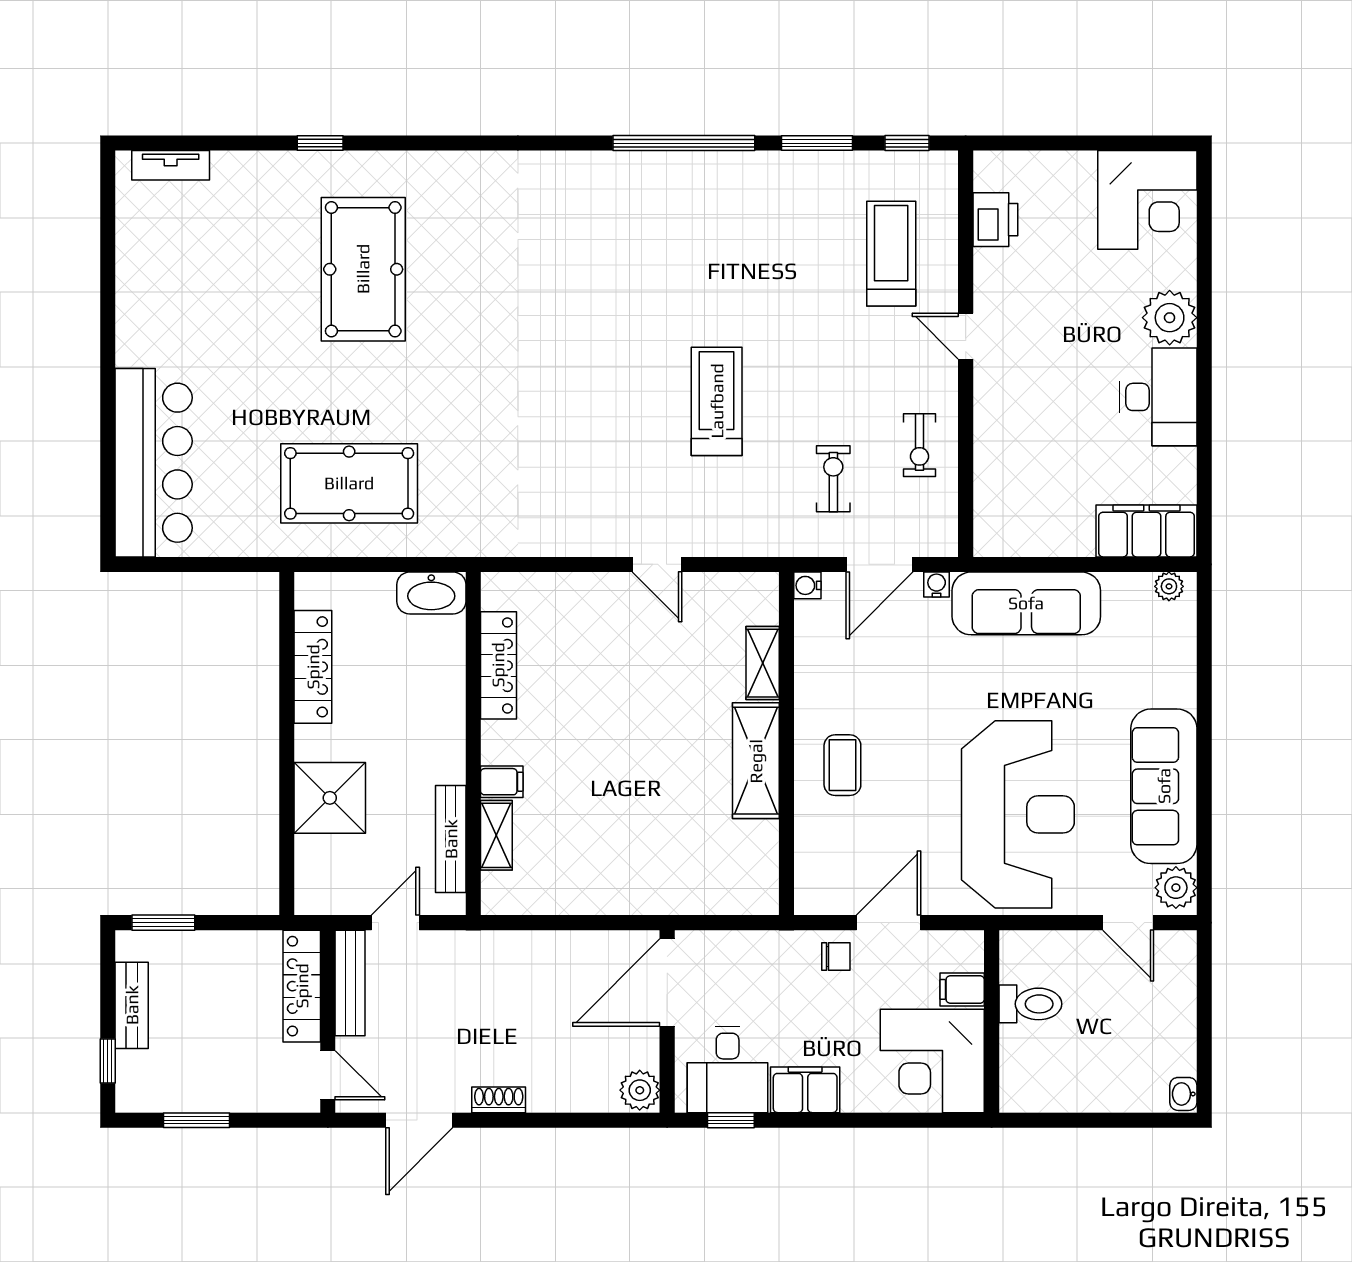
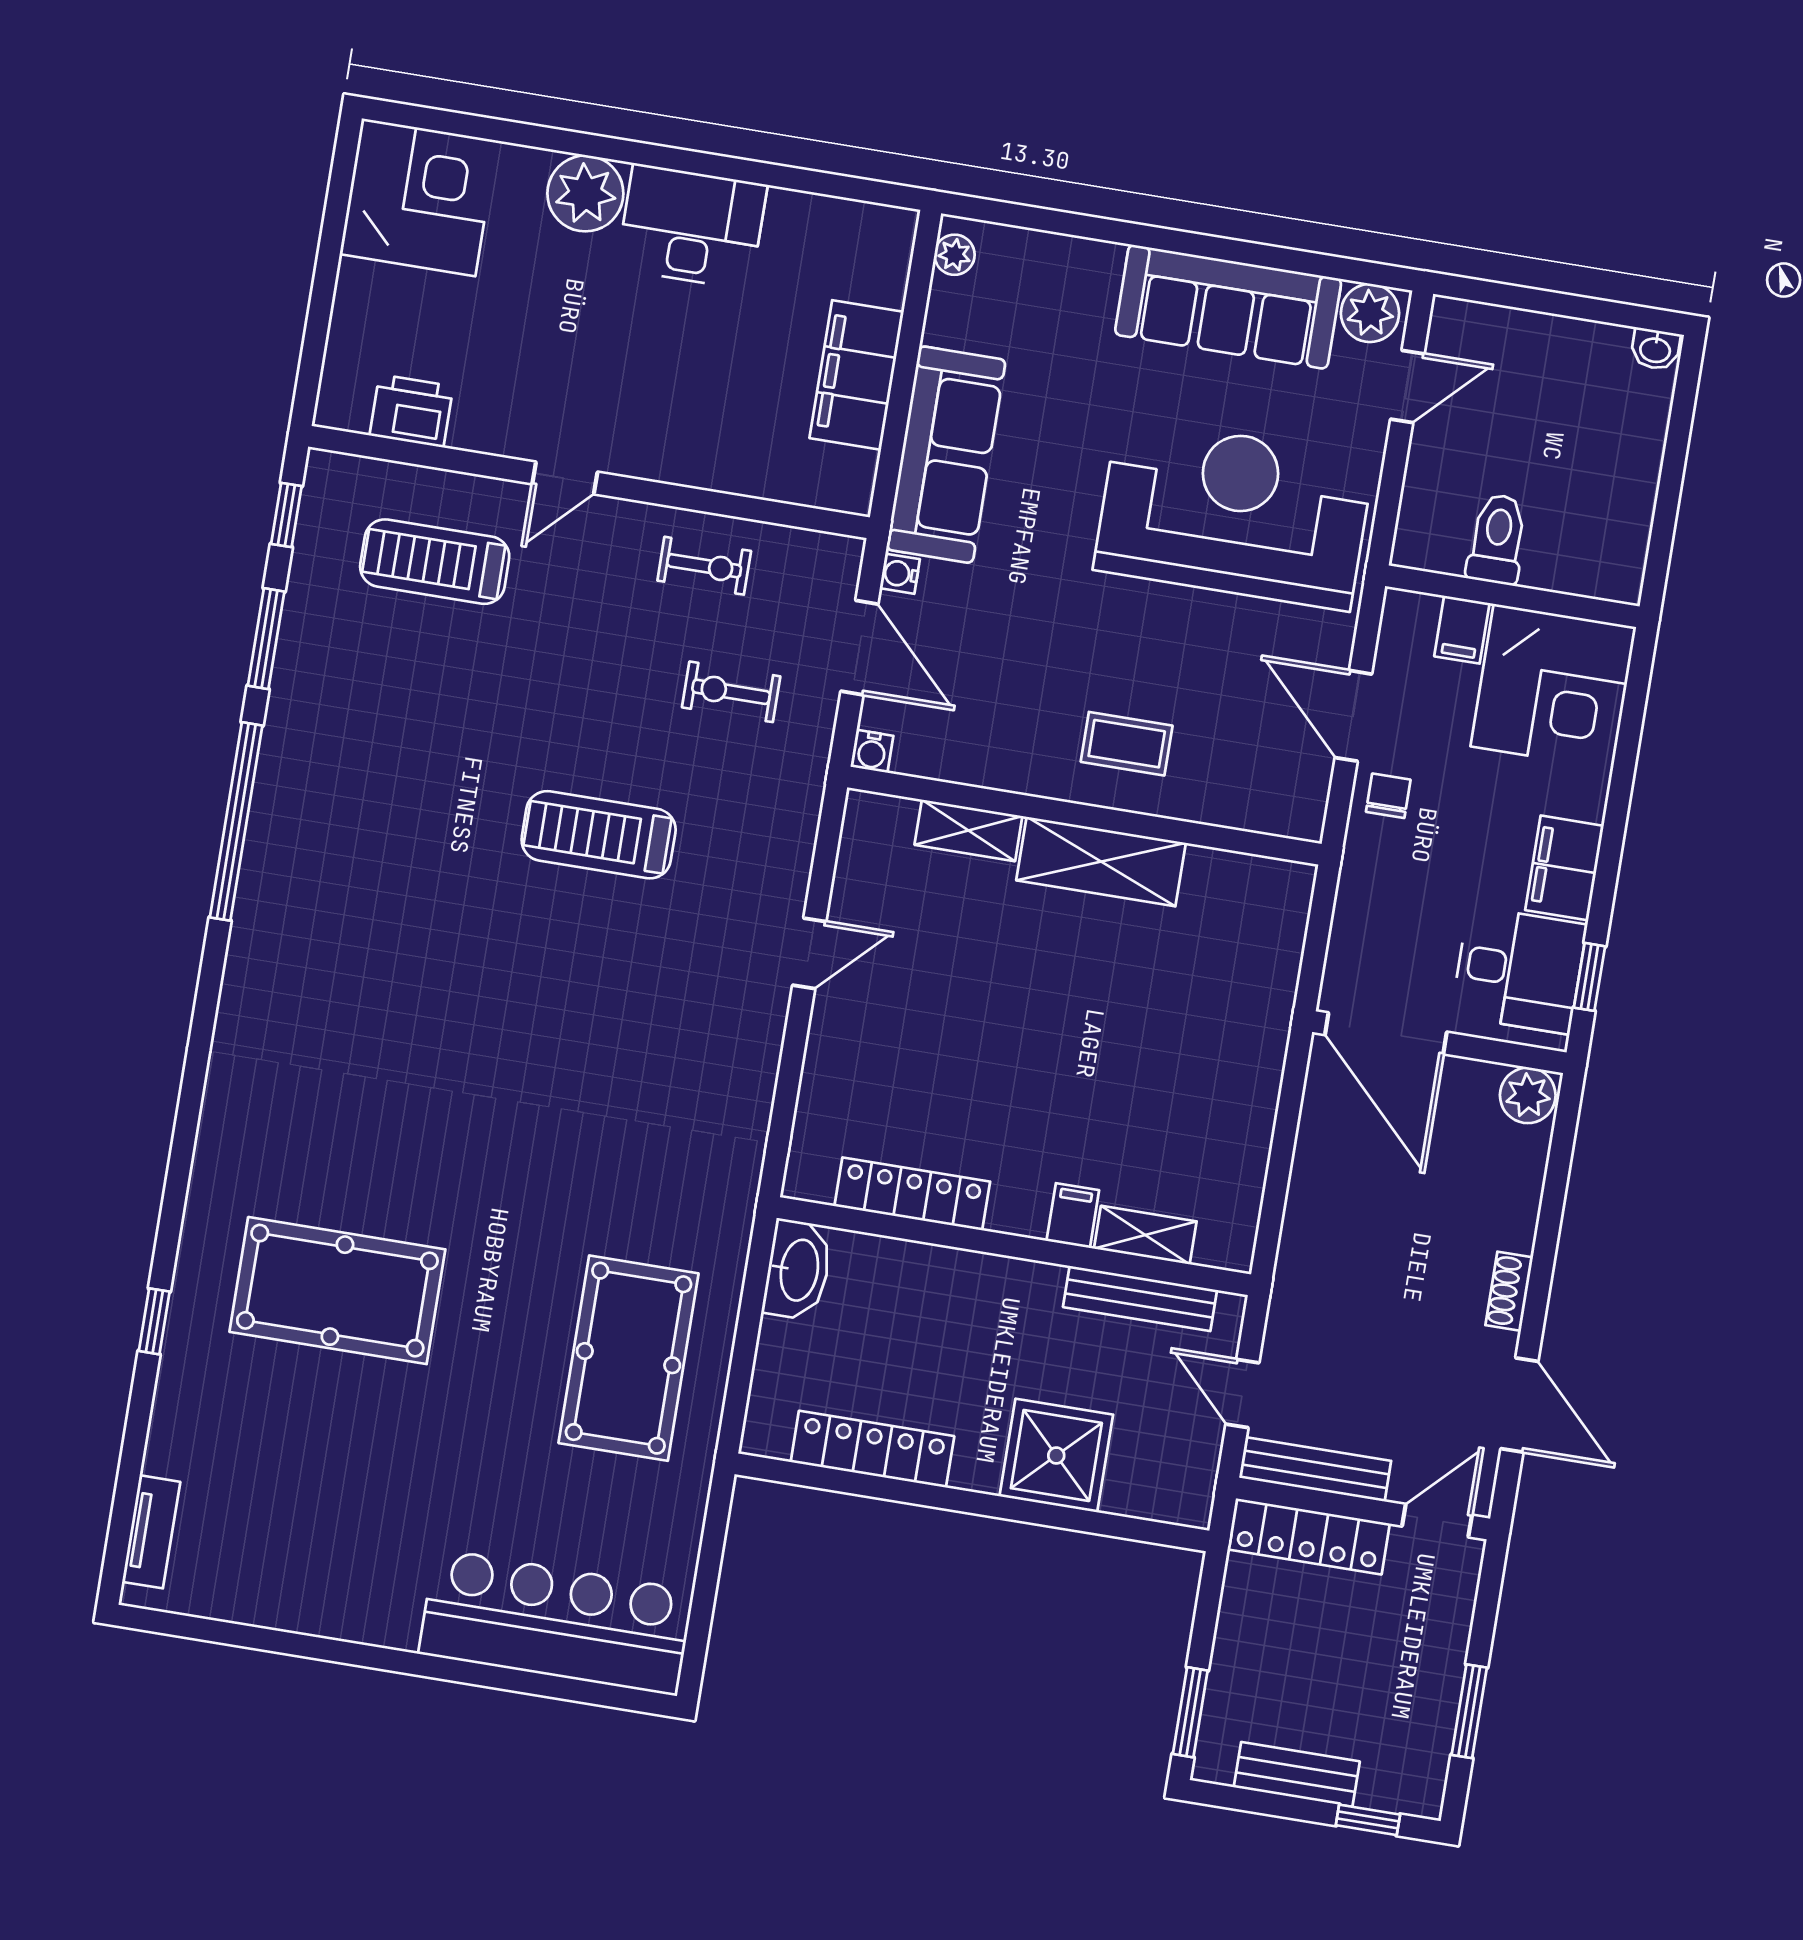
filing cabinet: (1147, 531) -> (857, 375), moved

